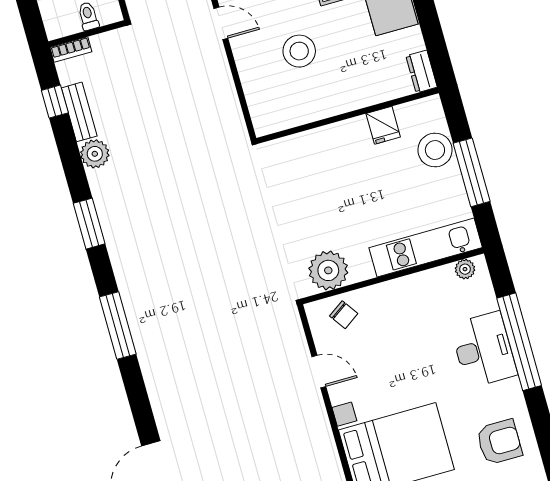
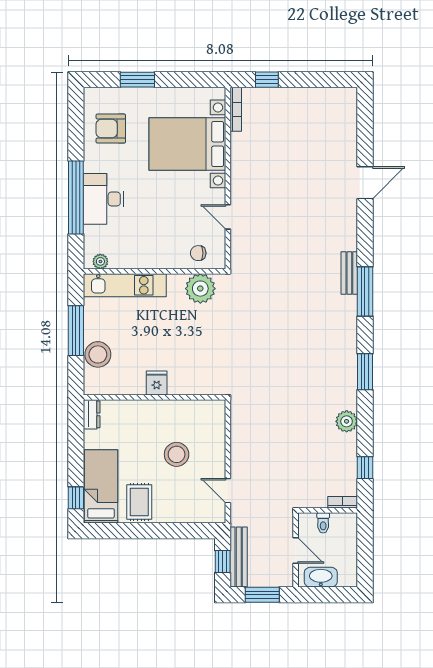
bench: (79, 112) -> (349, 273), moved
fridge: (383, 125) -> (157, 383), moved
chair: (344, 315) -> (198, 253), turned -55

